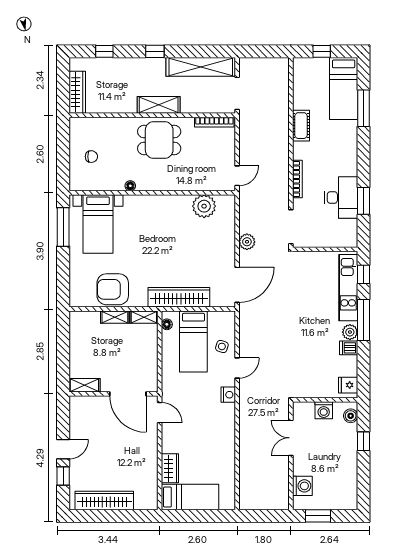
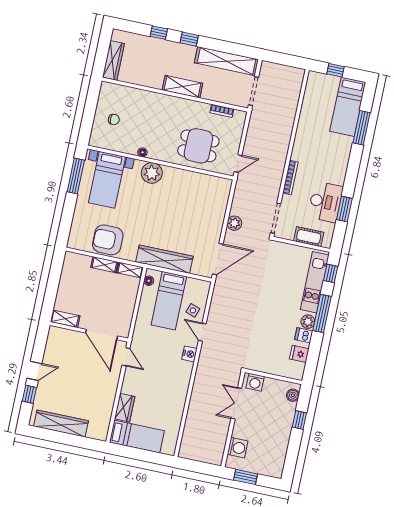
window: (104, 51) -> (159, 33), moved
bookcase: (214, 122) -> (222, 111), width x0.64
cot: (301, 126) -> (309, 237), moved, turned 90
dining table: (159, 140) -> (198, 146), moved
plant: (204, 206) -> (152, 173), moved
door: (237, 368) -> (202, 332), swing flipped
fridge: (348, 385) -> (299, 354), moved
washing machine: (324, 410) -> (255, 382), moved

